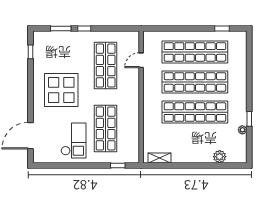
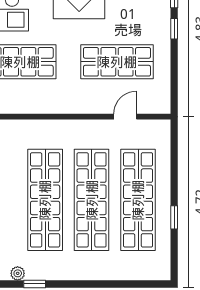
window: (222, 29) -> (174, 217), moved
door: (141, 60) -> (125, 117), hinge flipped

